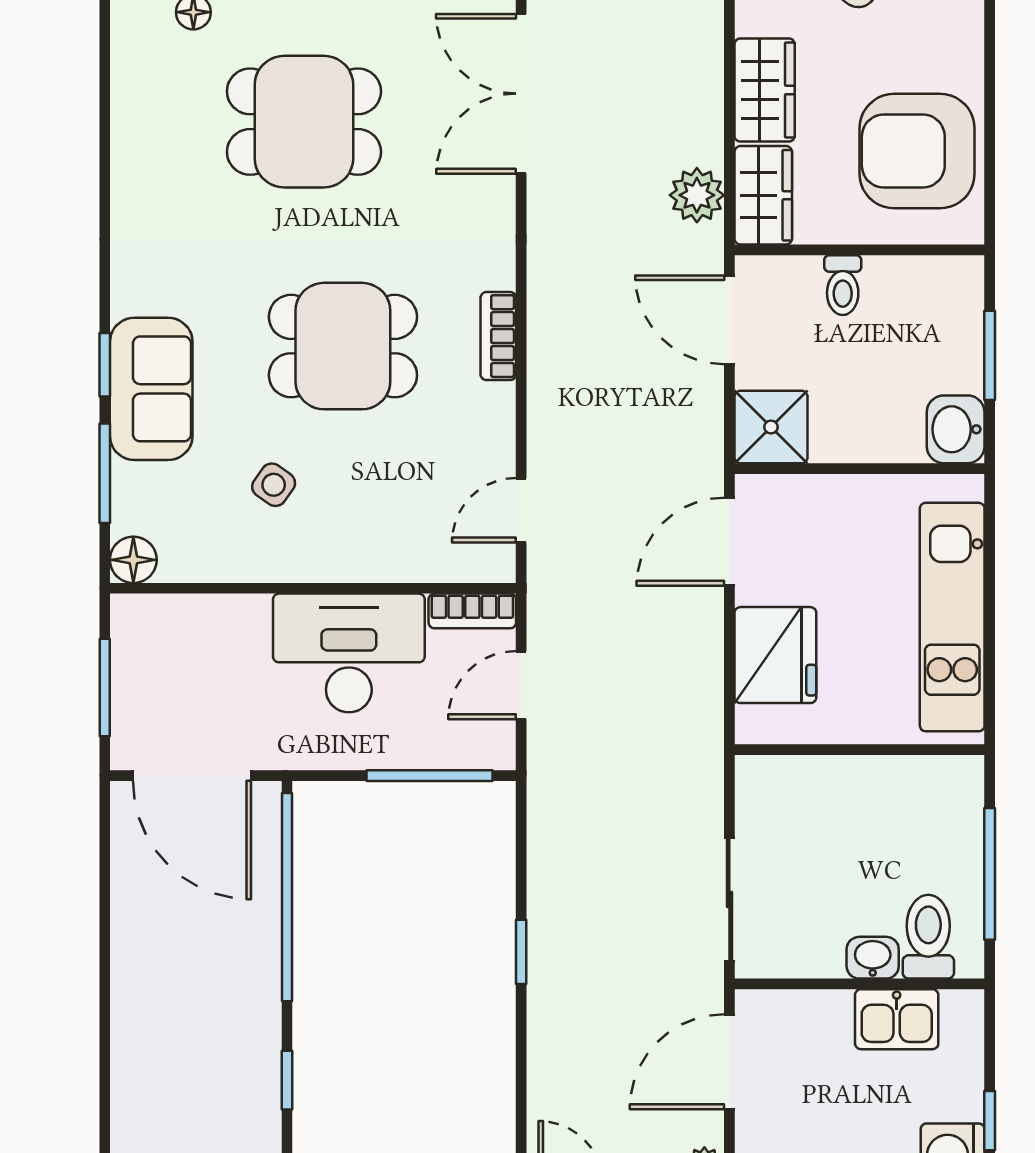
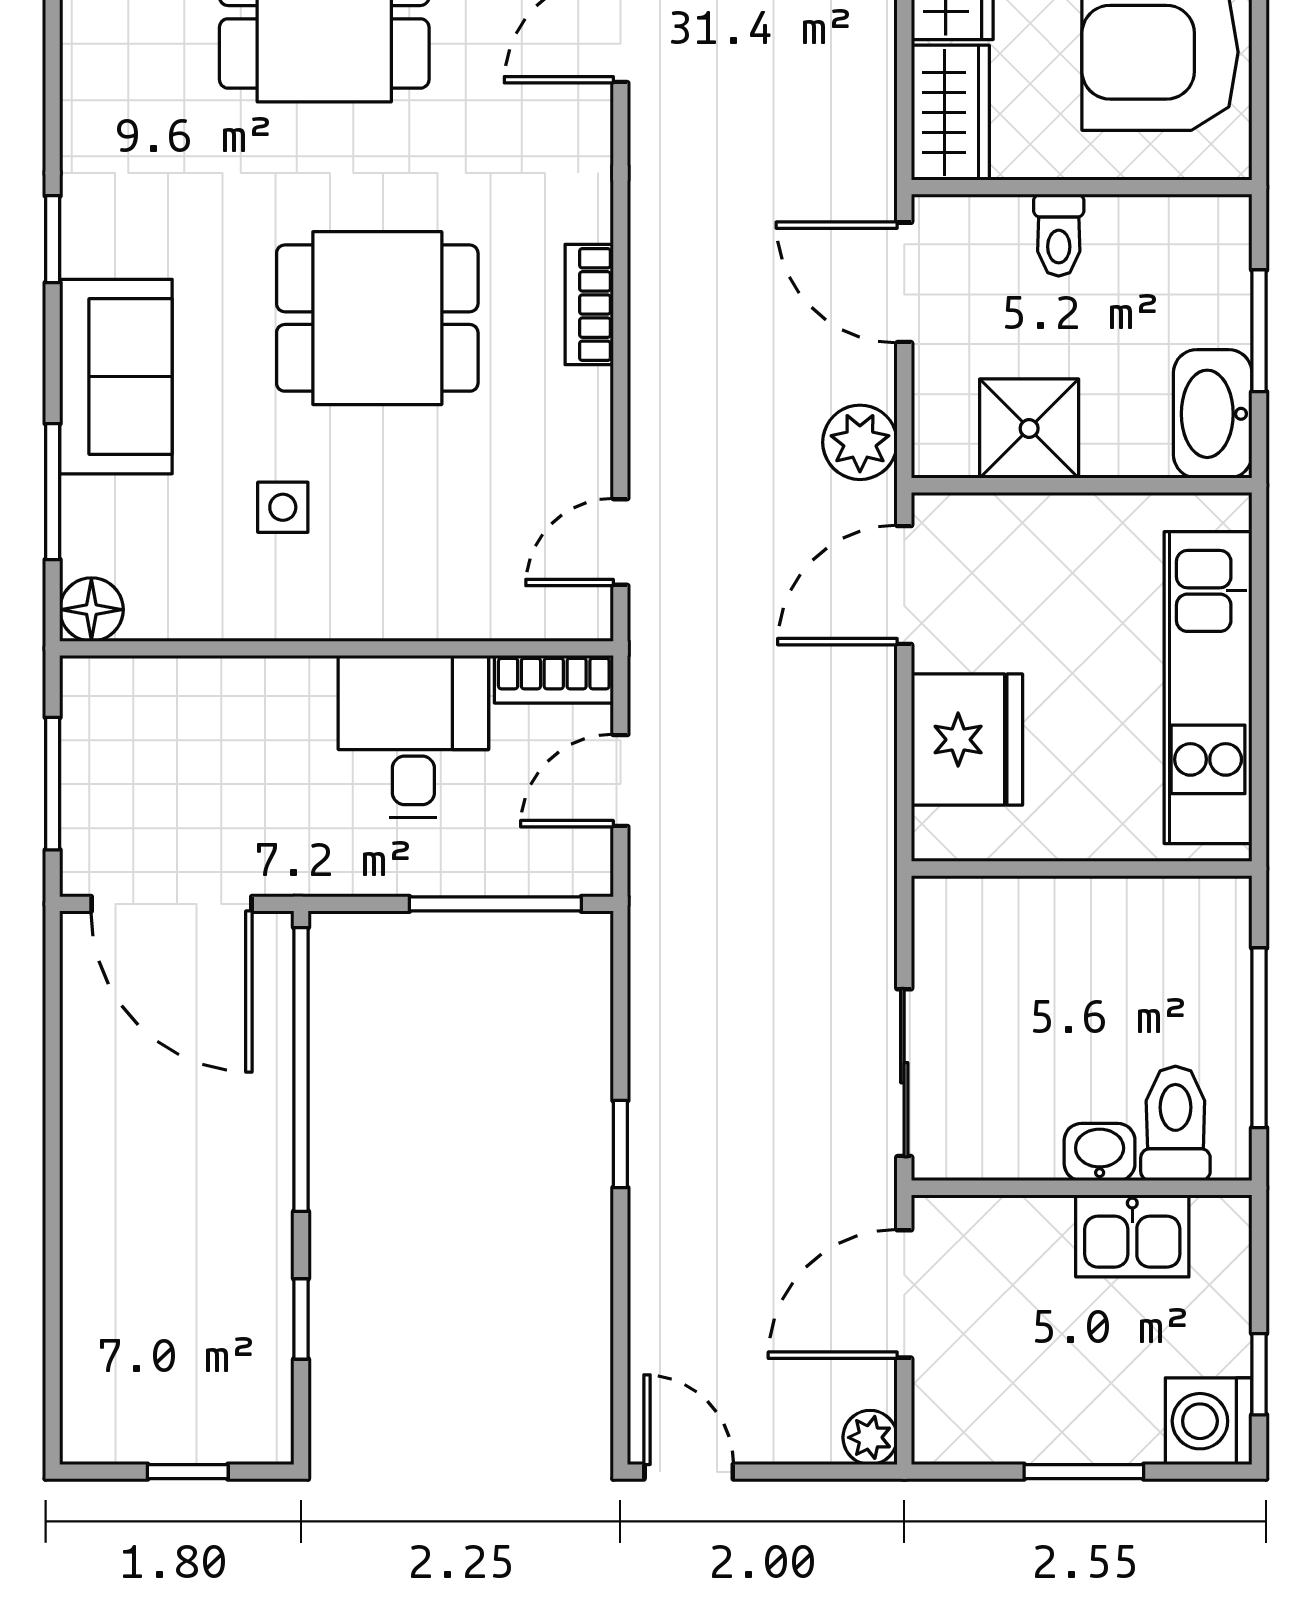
plant: (697, 195) -> (860, 442), moved
window: (105, 365) -> (53, 239), moved
shower: (771, 427) -> (1029, 428), moved
washbasin: (956, 429) -> (1213, 414), width x1.38
side table: (274, 485) -> (283, 507), turned -35
desk: (349, 653) -> (413, 737), width x0.73

